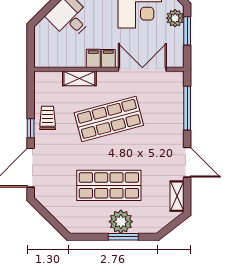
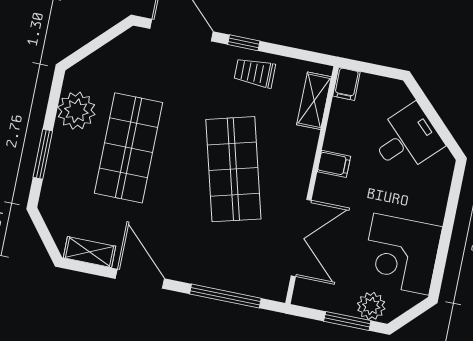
filing cabinet: (108, 58) -> (346, 84), moved, turned 90
shelving: (79, 78) -> (314, 101), moved
trolley: (48, 118) -> (255, 73), turned 180
door: (187, 162) -> (140, 279), swing flipped
plant: (121, 222) -> (76, 111), moved

